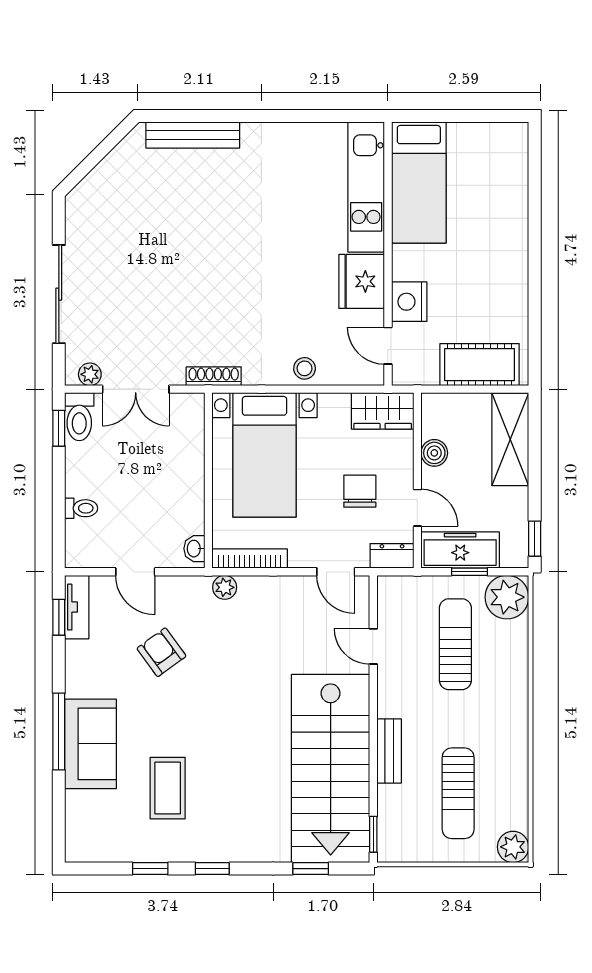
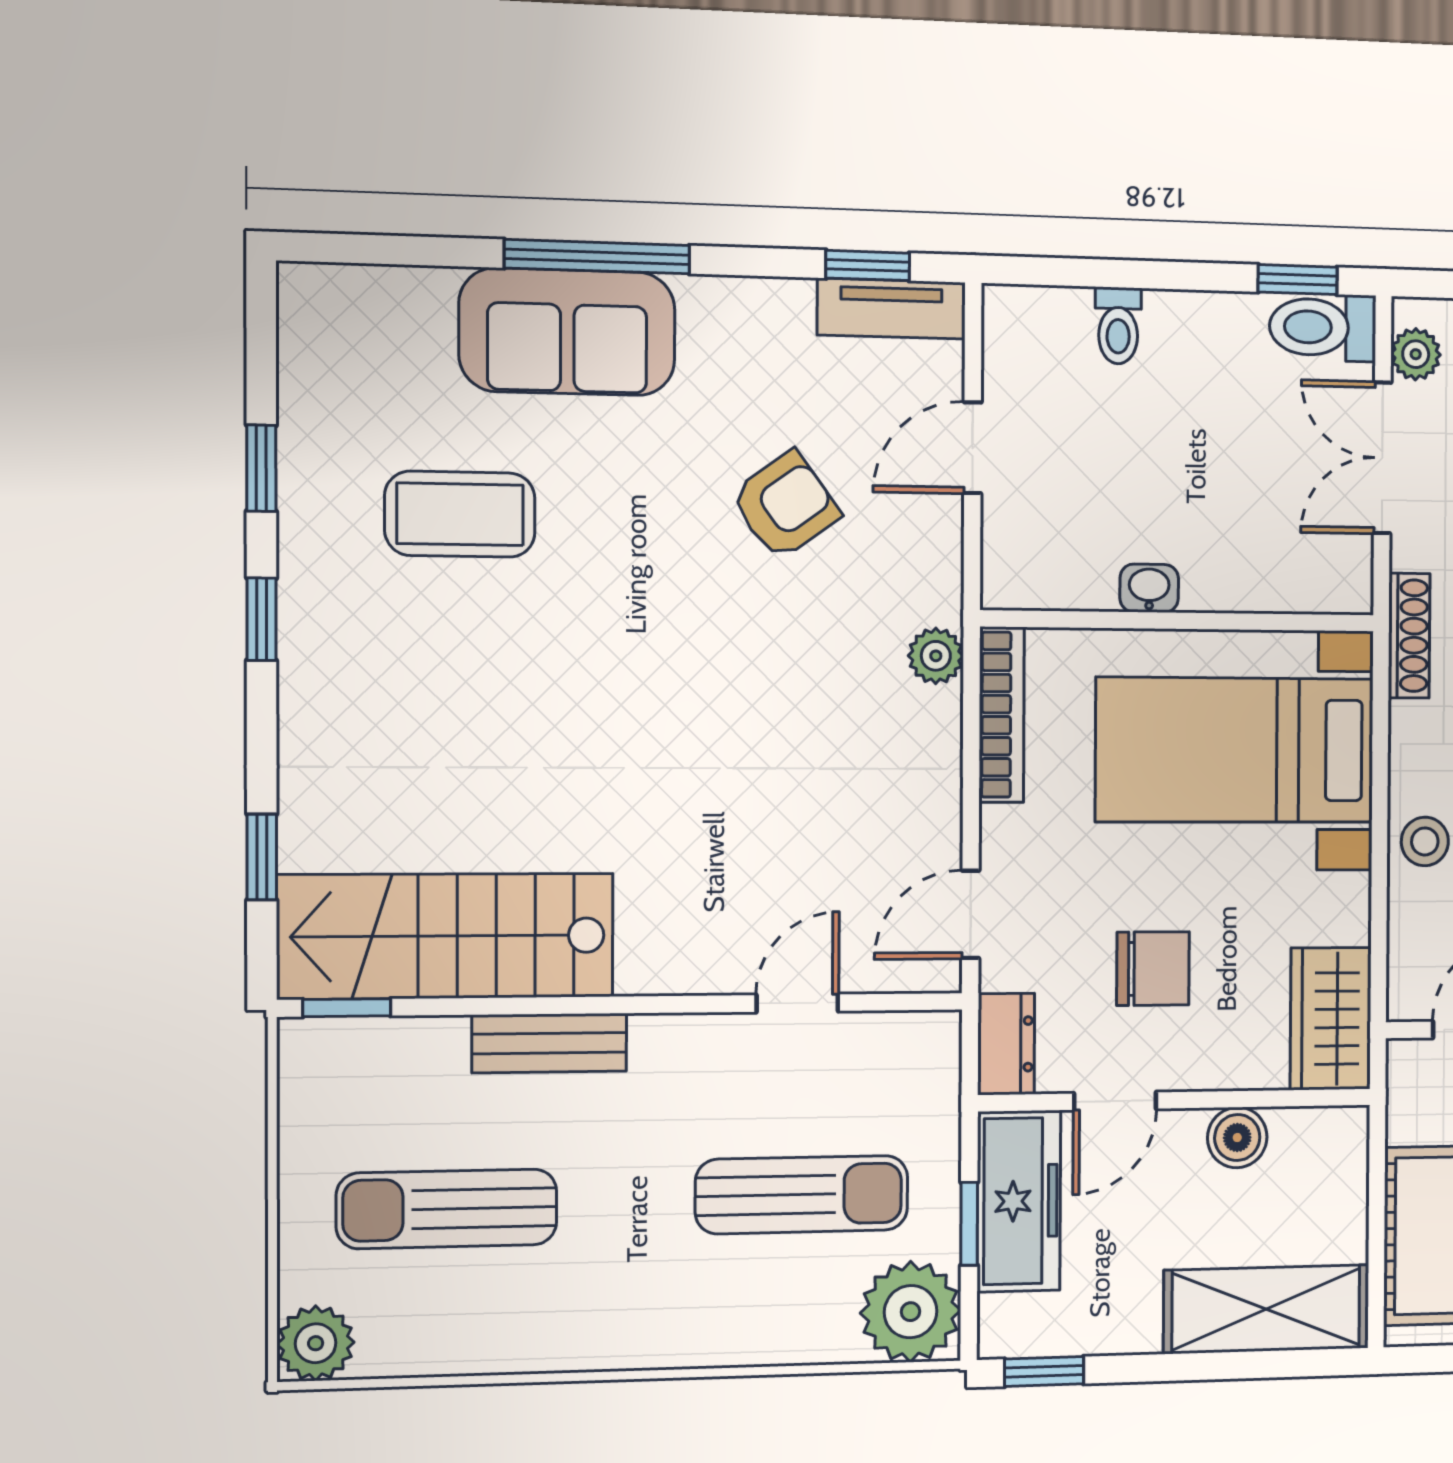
washbasin: (194, 549) -> (1149, 588), moved
stairs: (331, 769) -> (446, 936), width x0.73, depth x0.66

